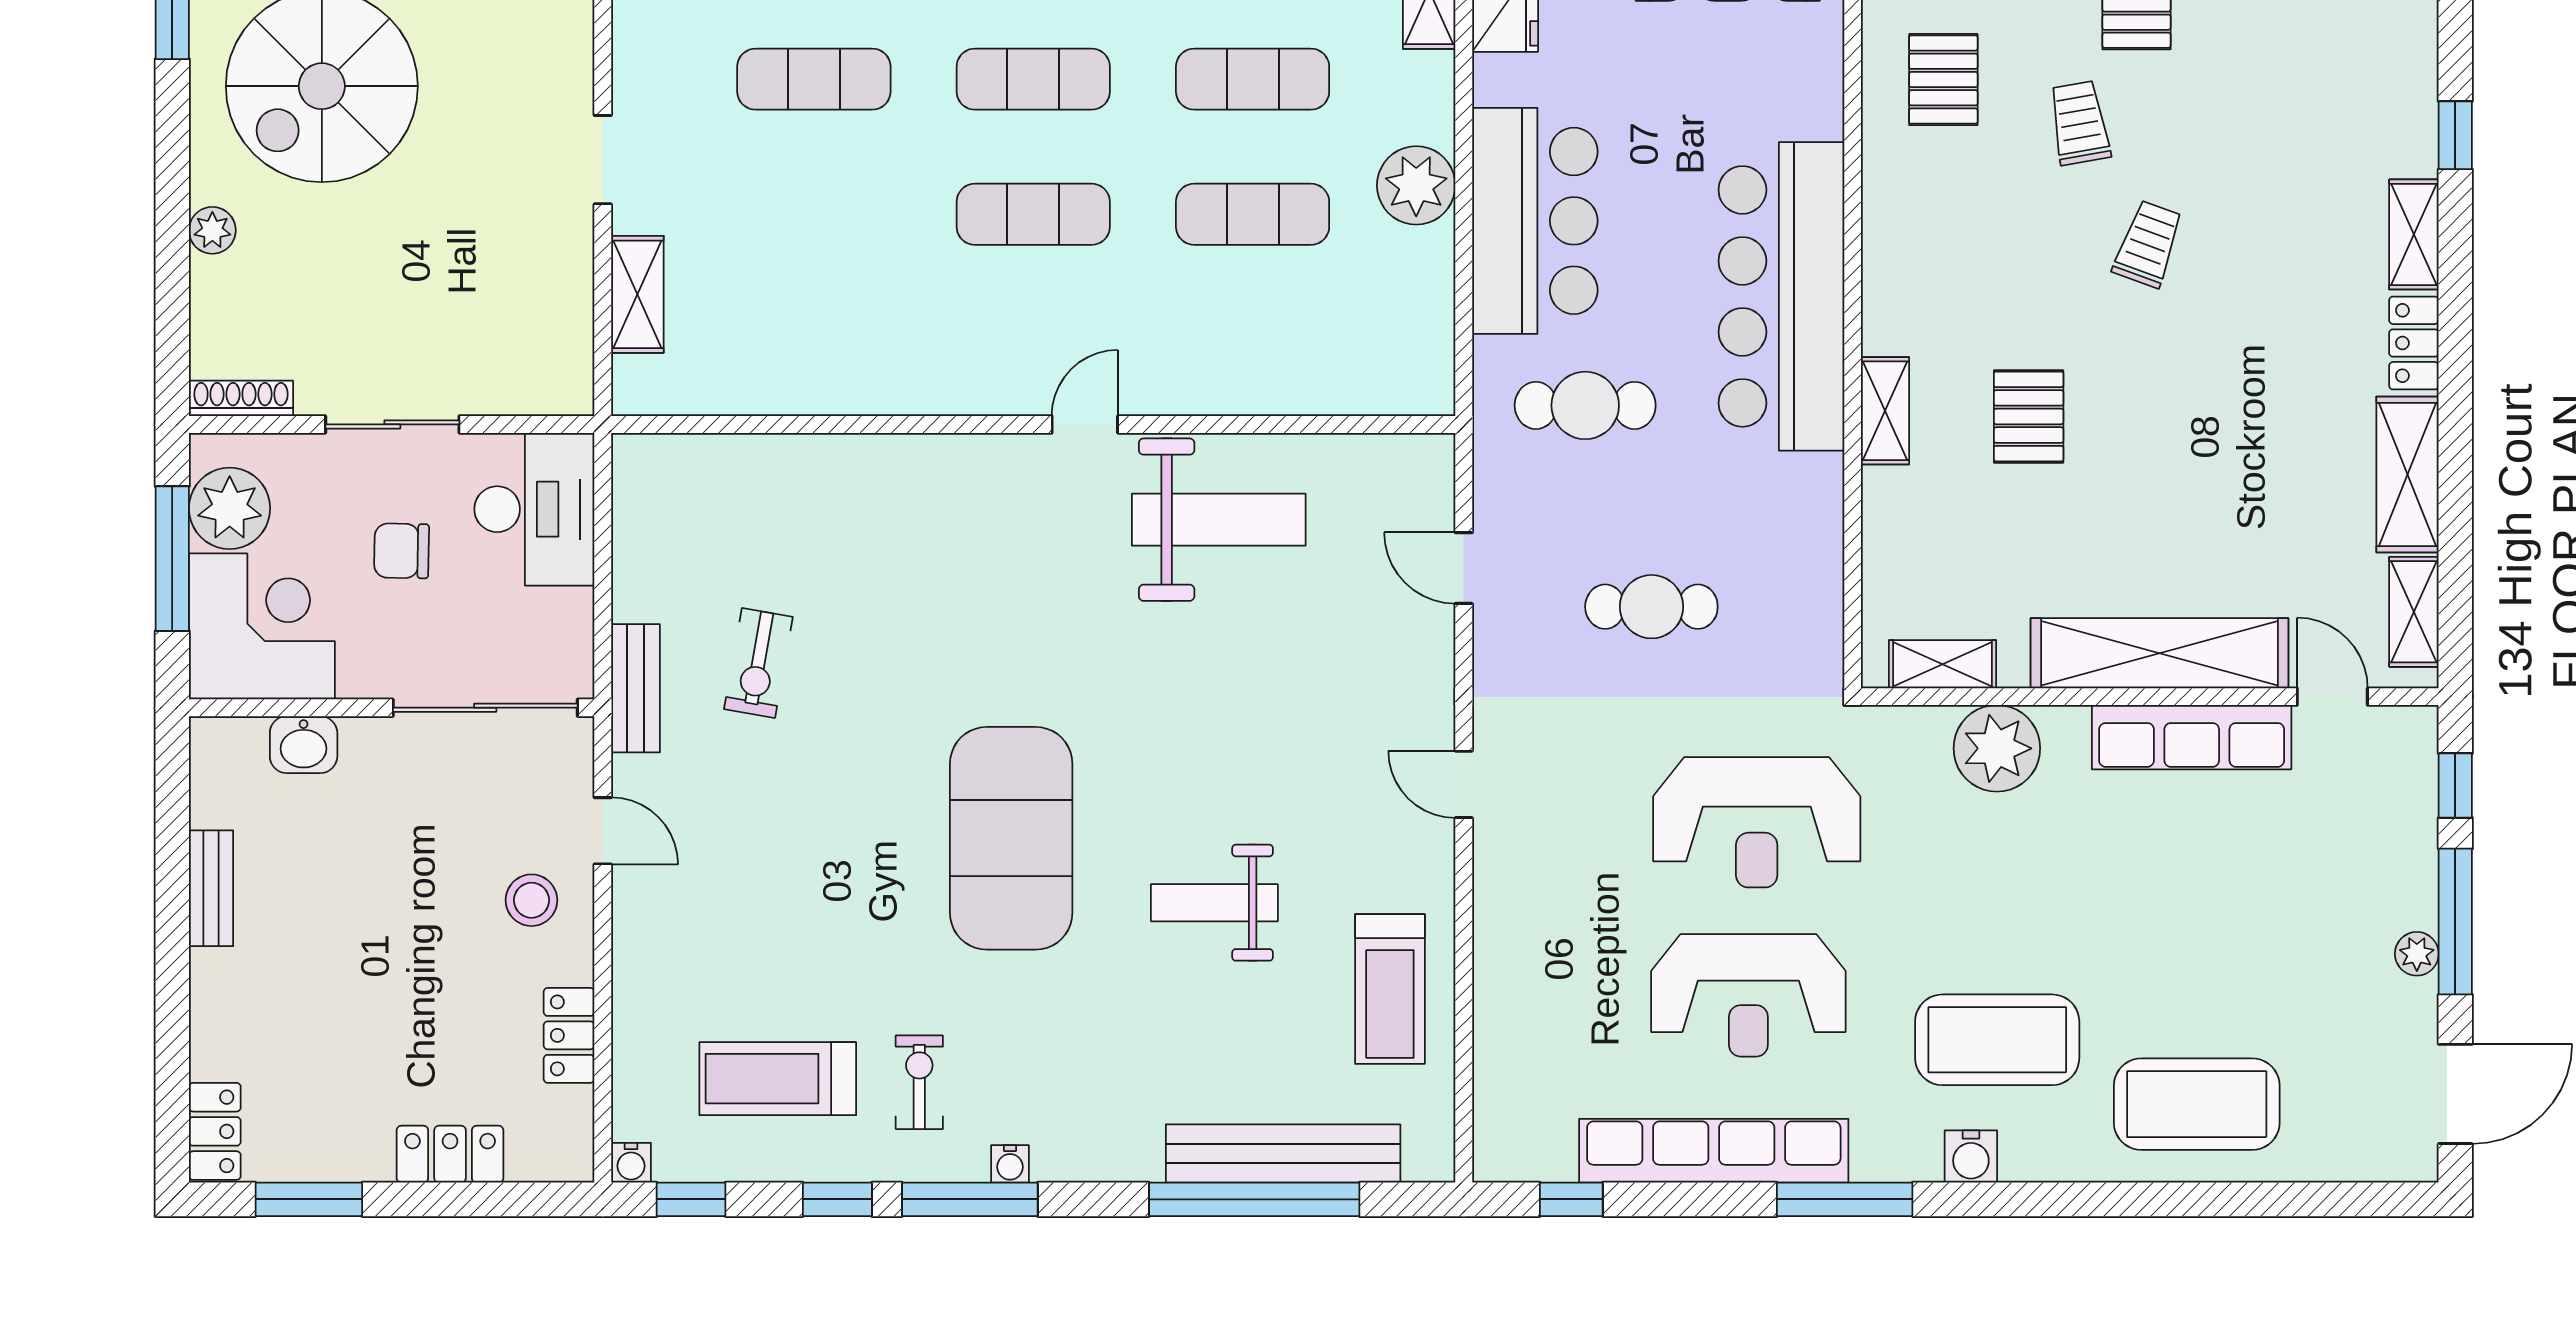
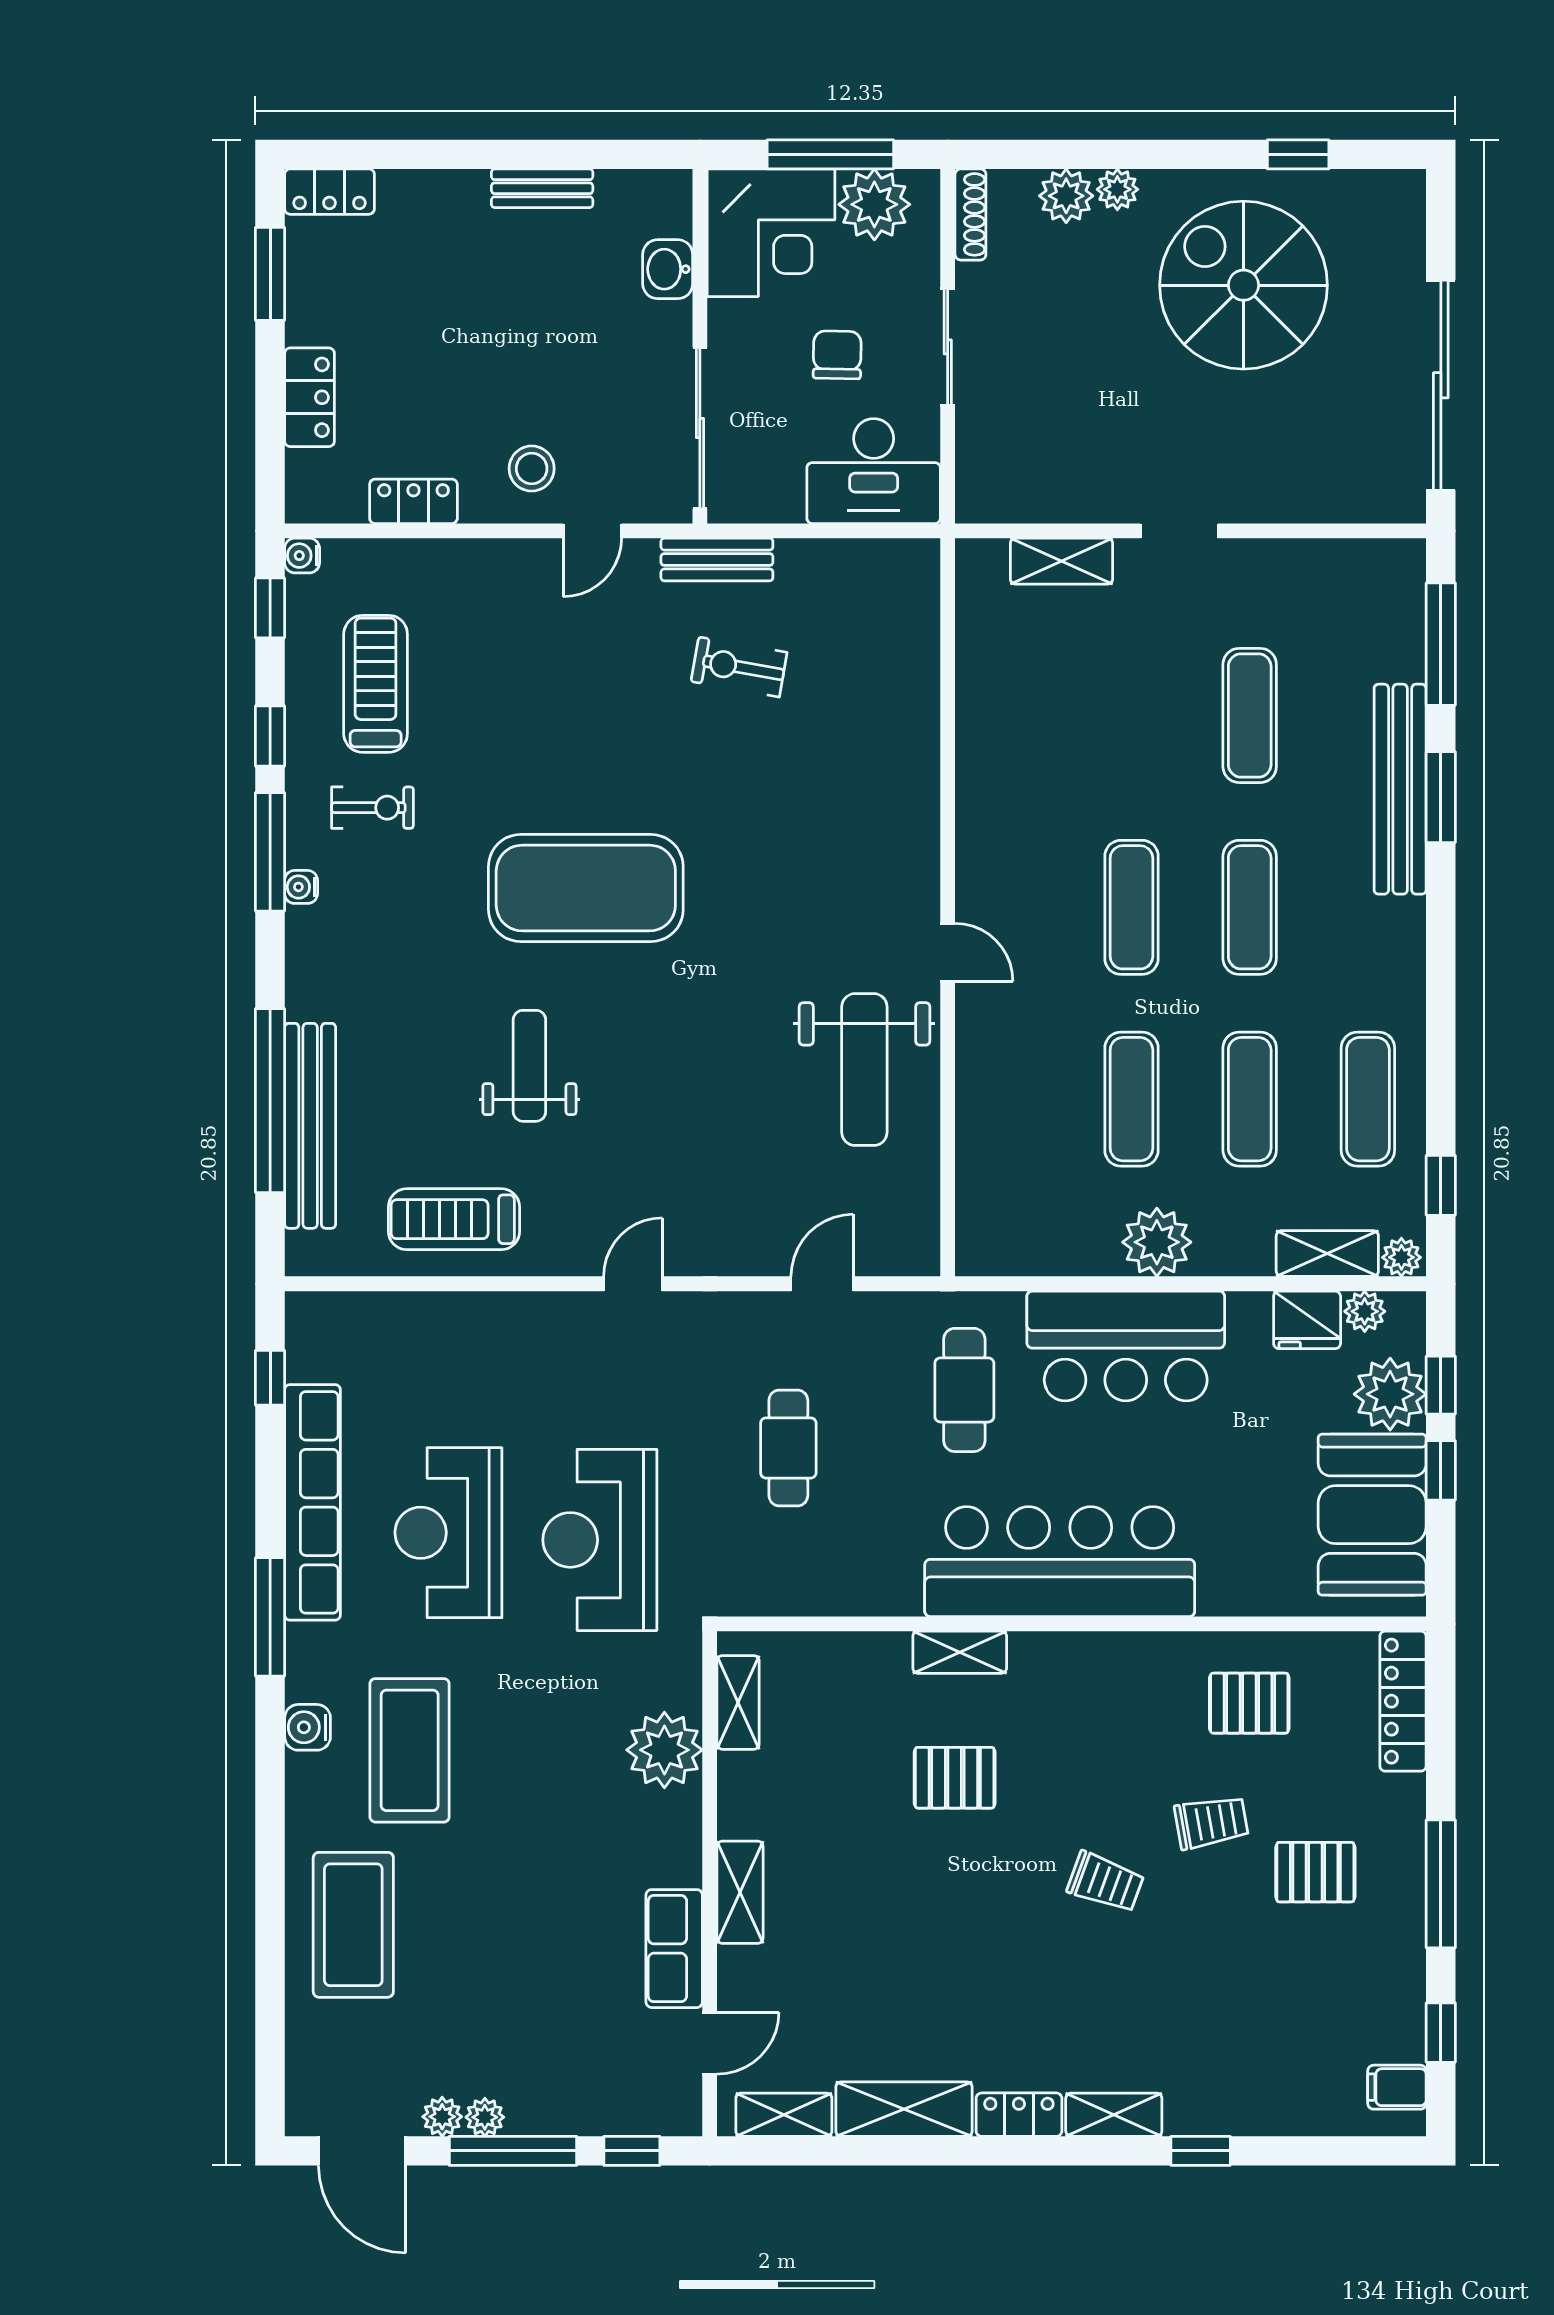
plant: (220, 289) -> (1066, 196), added
shelving: (2159, 653) -> (740, 1892), width x0.45, depth x0.75
row of seats: (2192, 737) -> (674, 1949), width x0.68
plant: (2416, 1003) -> (442, 2117), added

